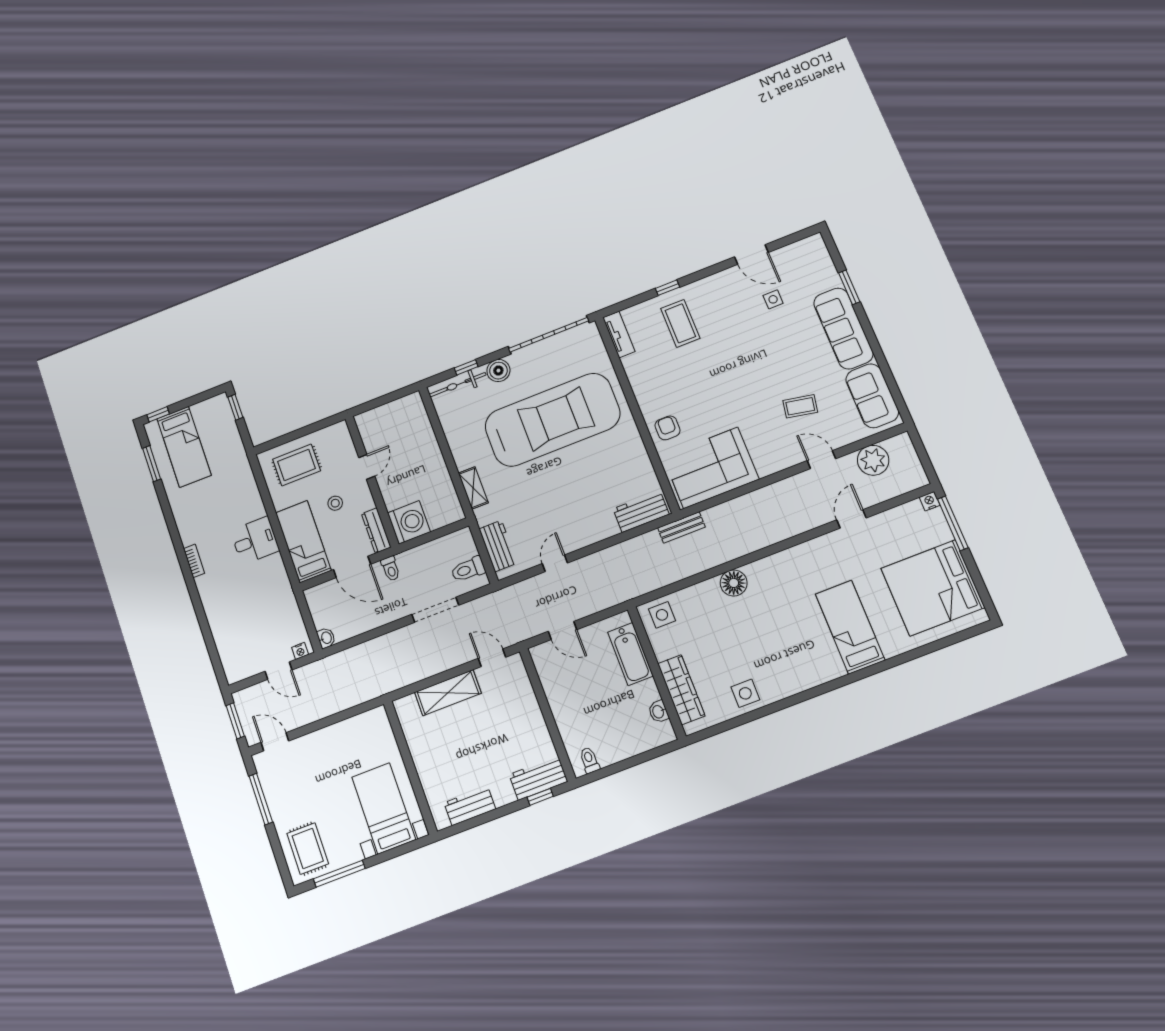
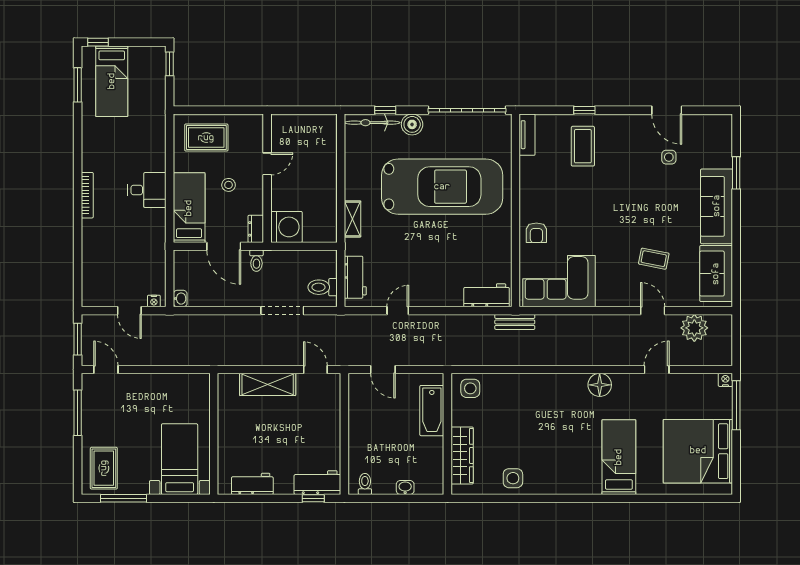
armchair: (668, 428) -> (536, 233), turned 180
dresser: (376, 531) -> (256, 229), width x0.70
bookcase: (194, 561) -> (87, 195), width x1.56
floor lamp: (734, 583) -> (600, 385), moved
washbasin: (658, 712) -> (405, 487), moved, turned 90

